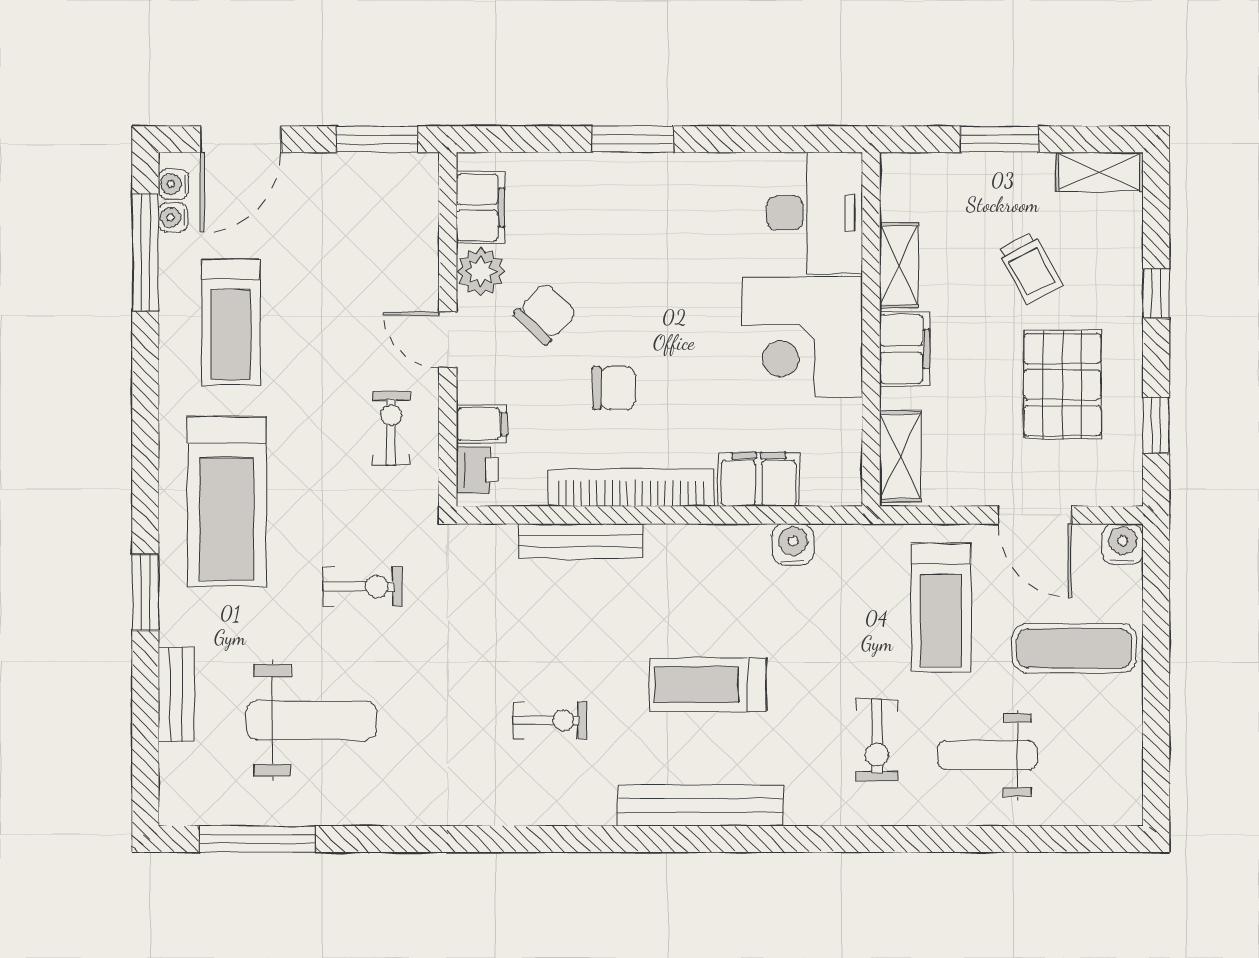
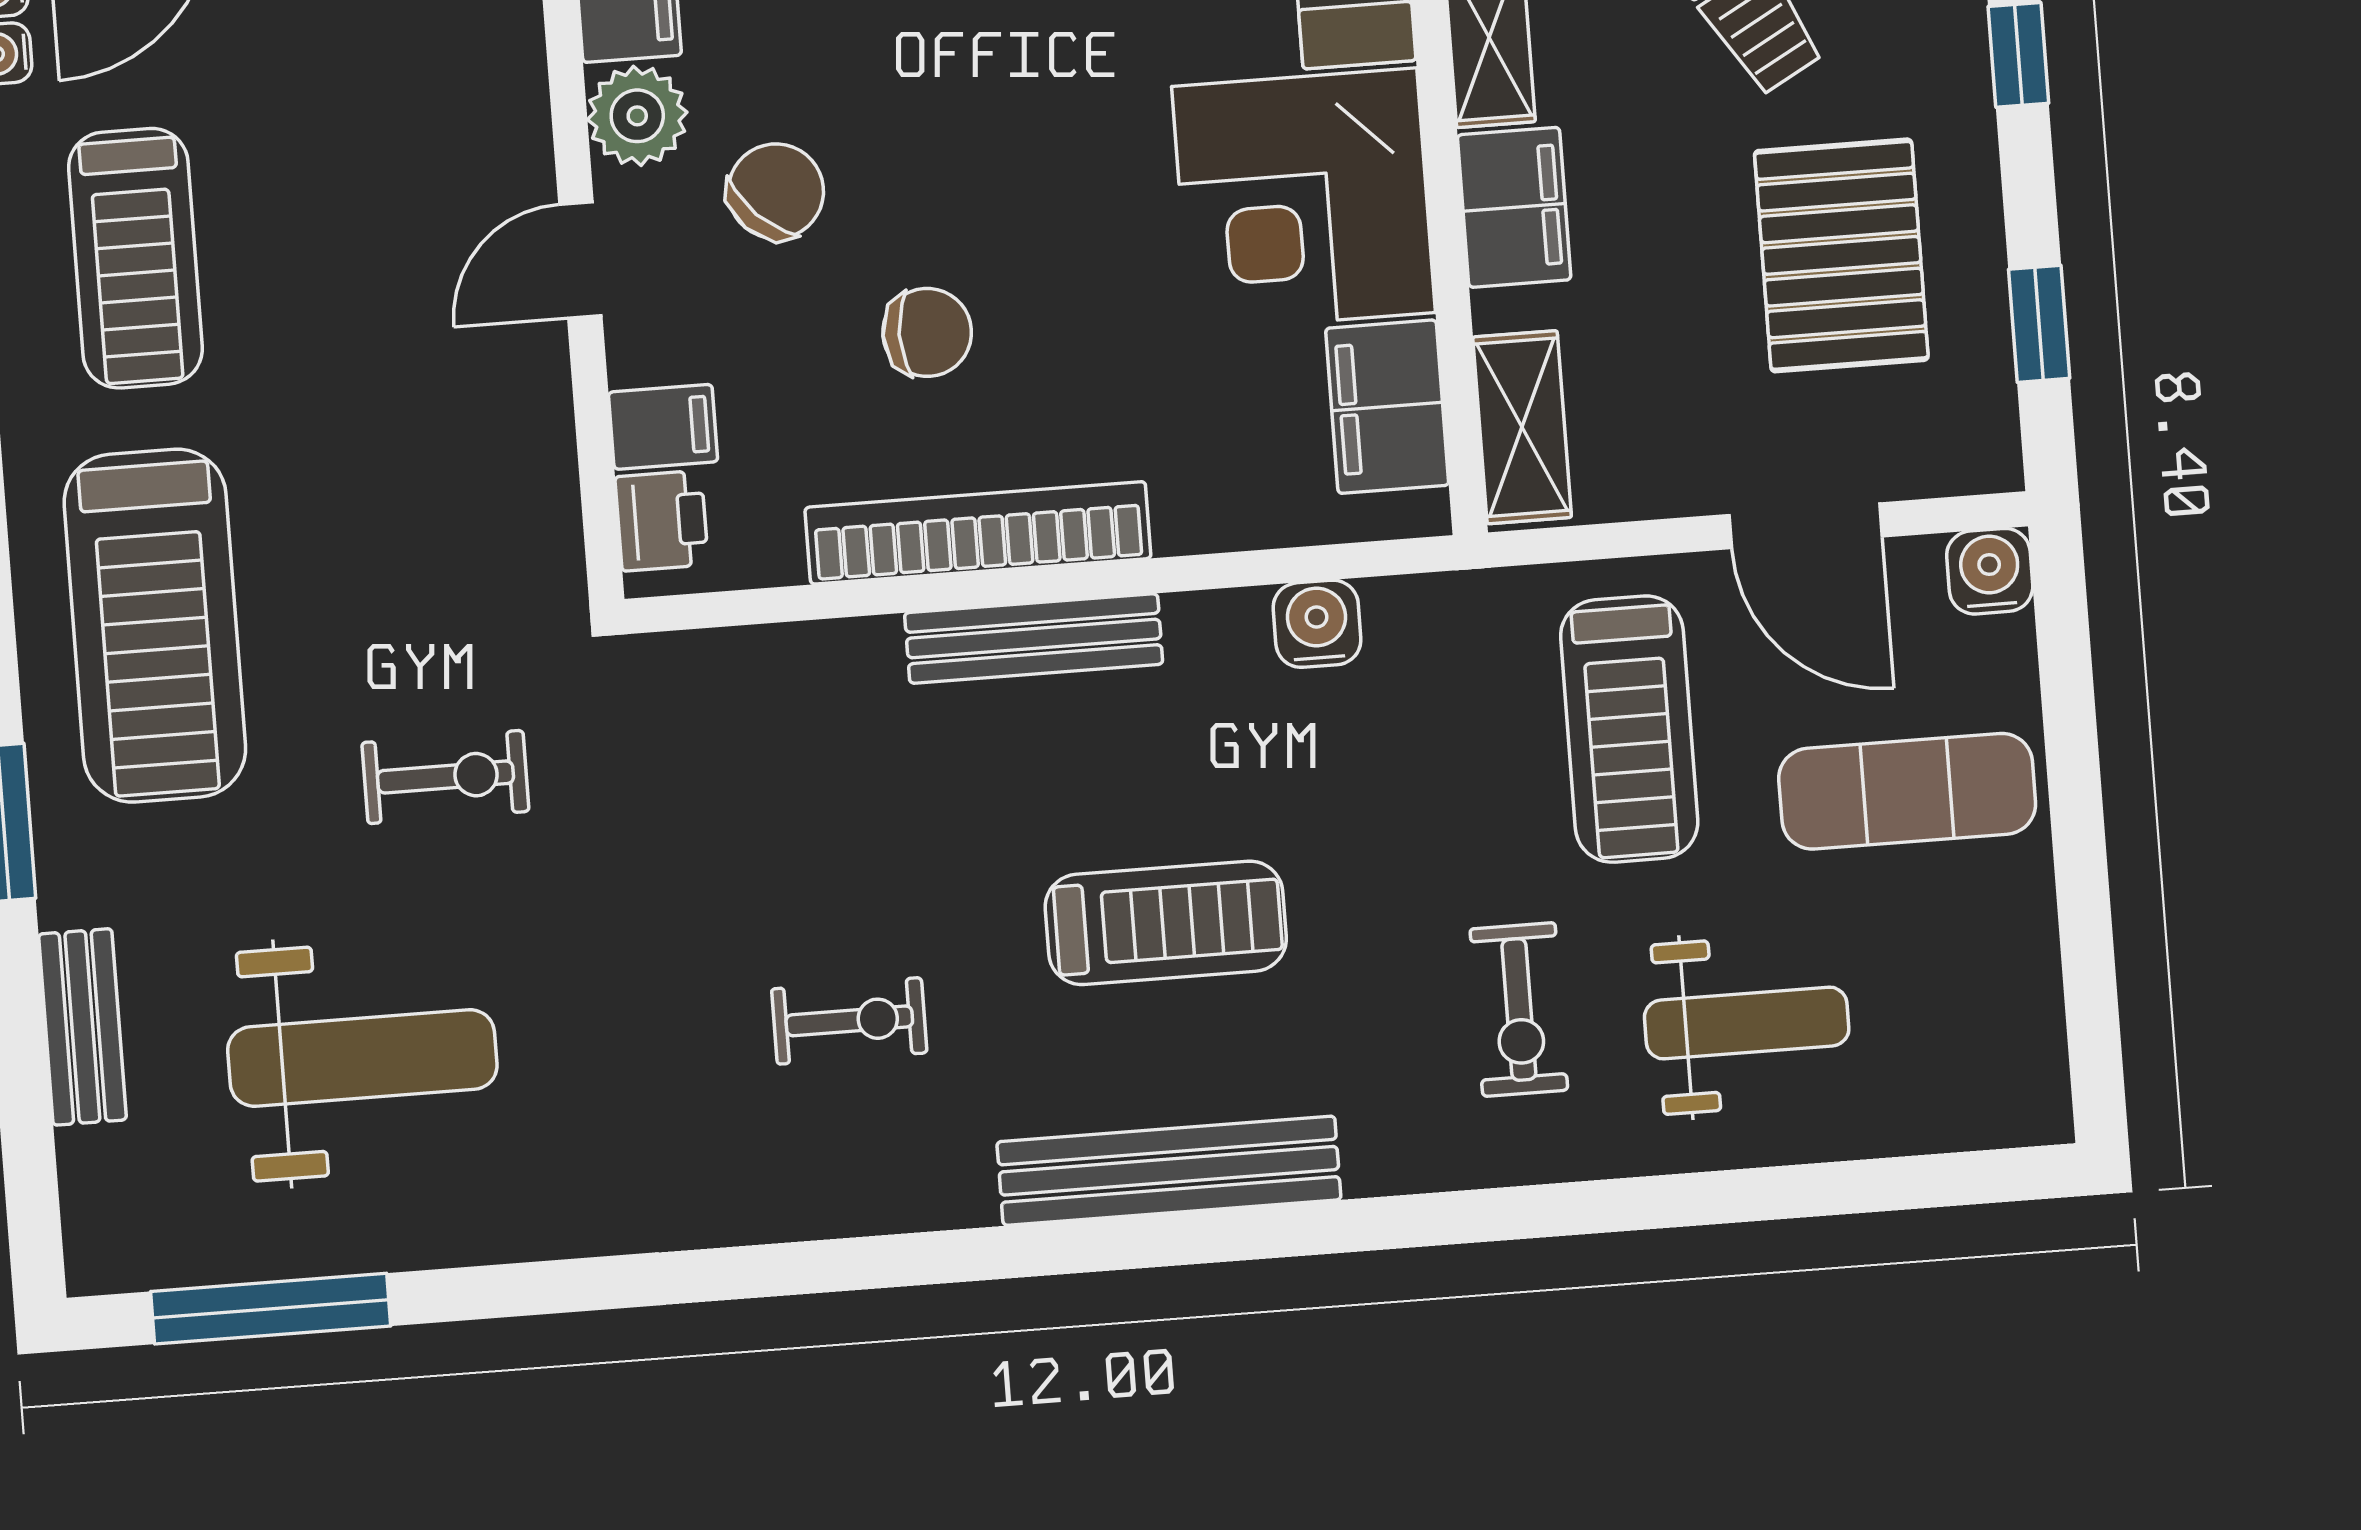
door: (448, 340) -> (580, 260), hinge flipped
exercise bike: (391, 428) -> (479, 450), removed
filing cabinet: (759, 479) -> (1387, 407), moved, turned -90
bench: (581, 541) -> (1034, 639), moved
treadmill: (708, 685) -> (1166, 923), turned 180
weight bench: (987, 755) -> (1747, 1023), turned 180

